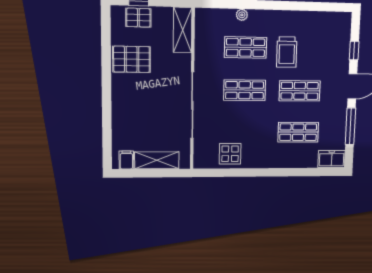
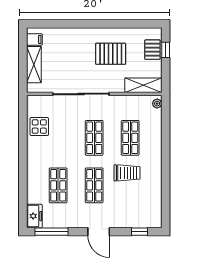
plant: (242, 15) -> (157, 104), moved
window: (354, 51) -> (139, 232), moved
trolley: (287, 52) -> (127, 173), turned 180
pallet: (132, 59) -> (111, 54), moved, turned 90
window: (350, 126) -> (51, 232), moved

